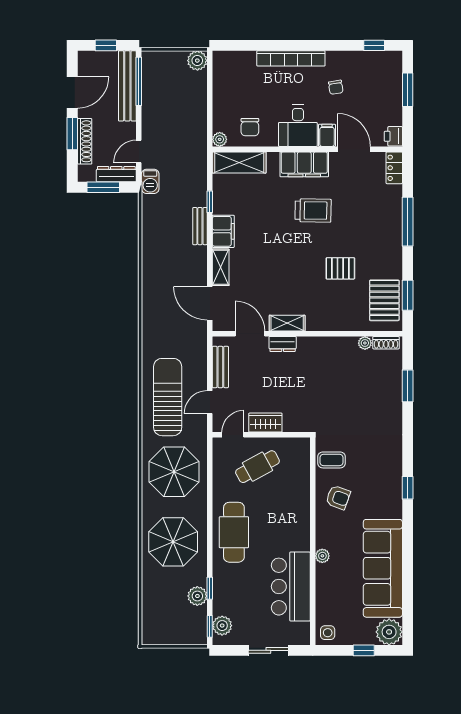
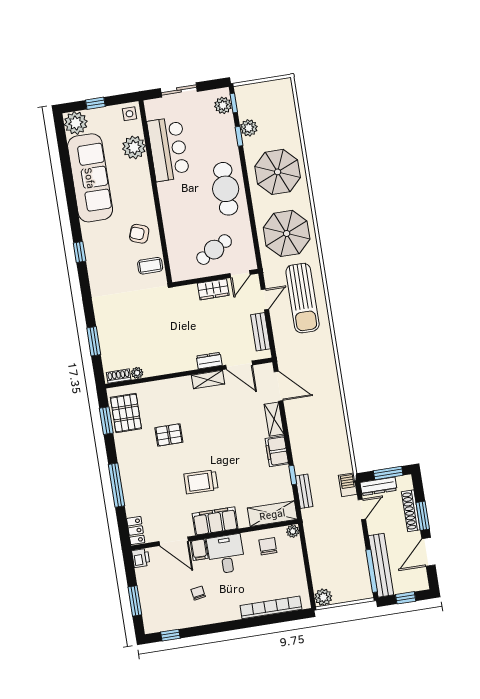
bookcase: (291, 58) -> (271, 607), moved
bench: (200, 226) -> (304, 491), moved
plant: (322, 556) -> (134, 147), moved, width x1.88, depth x1.88

